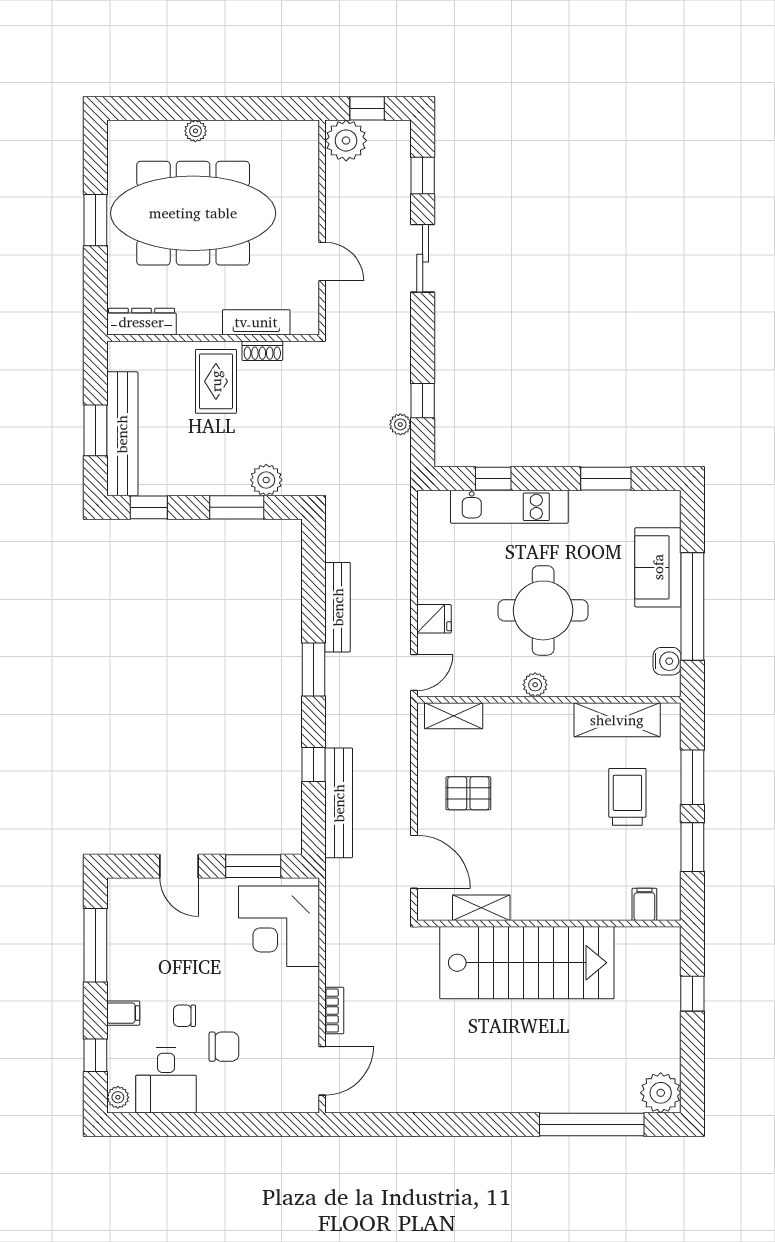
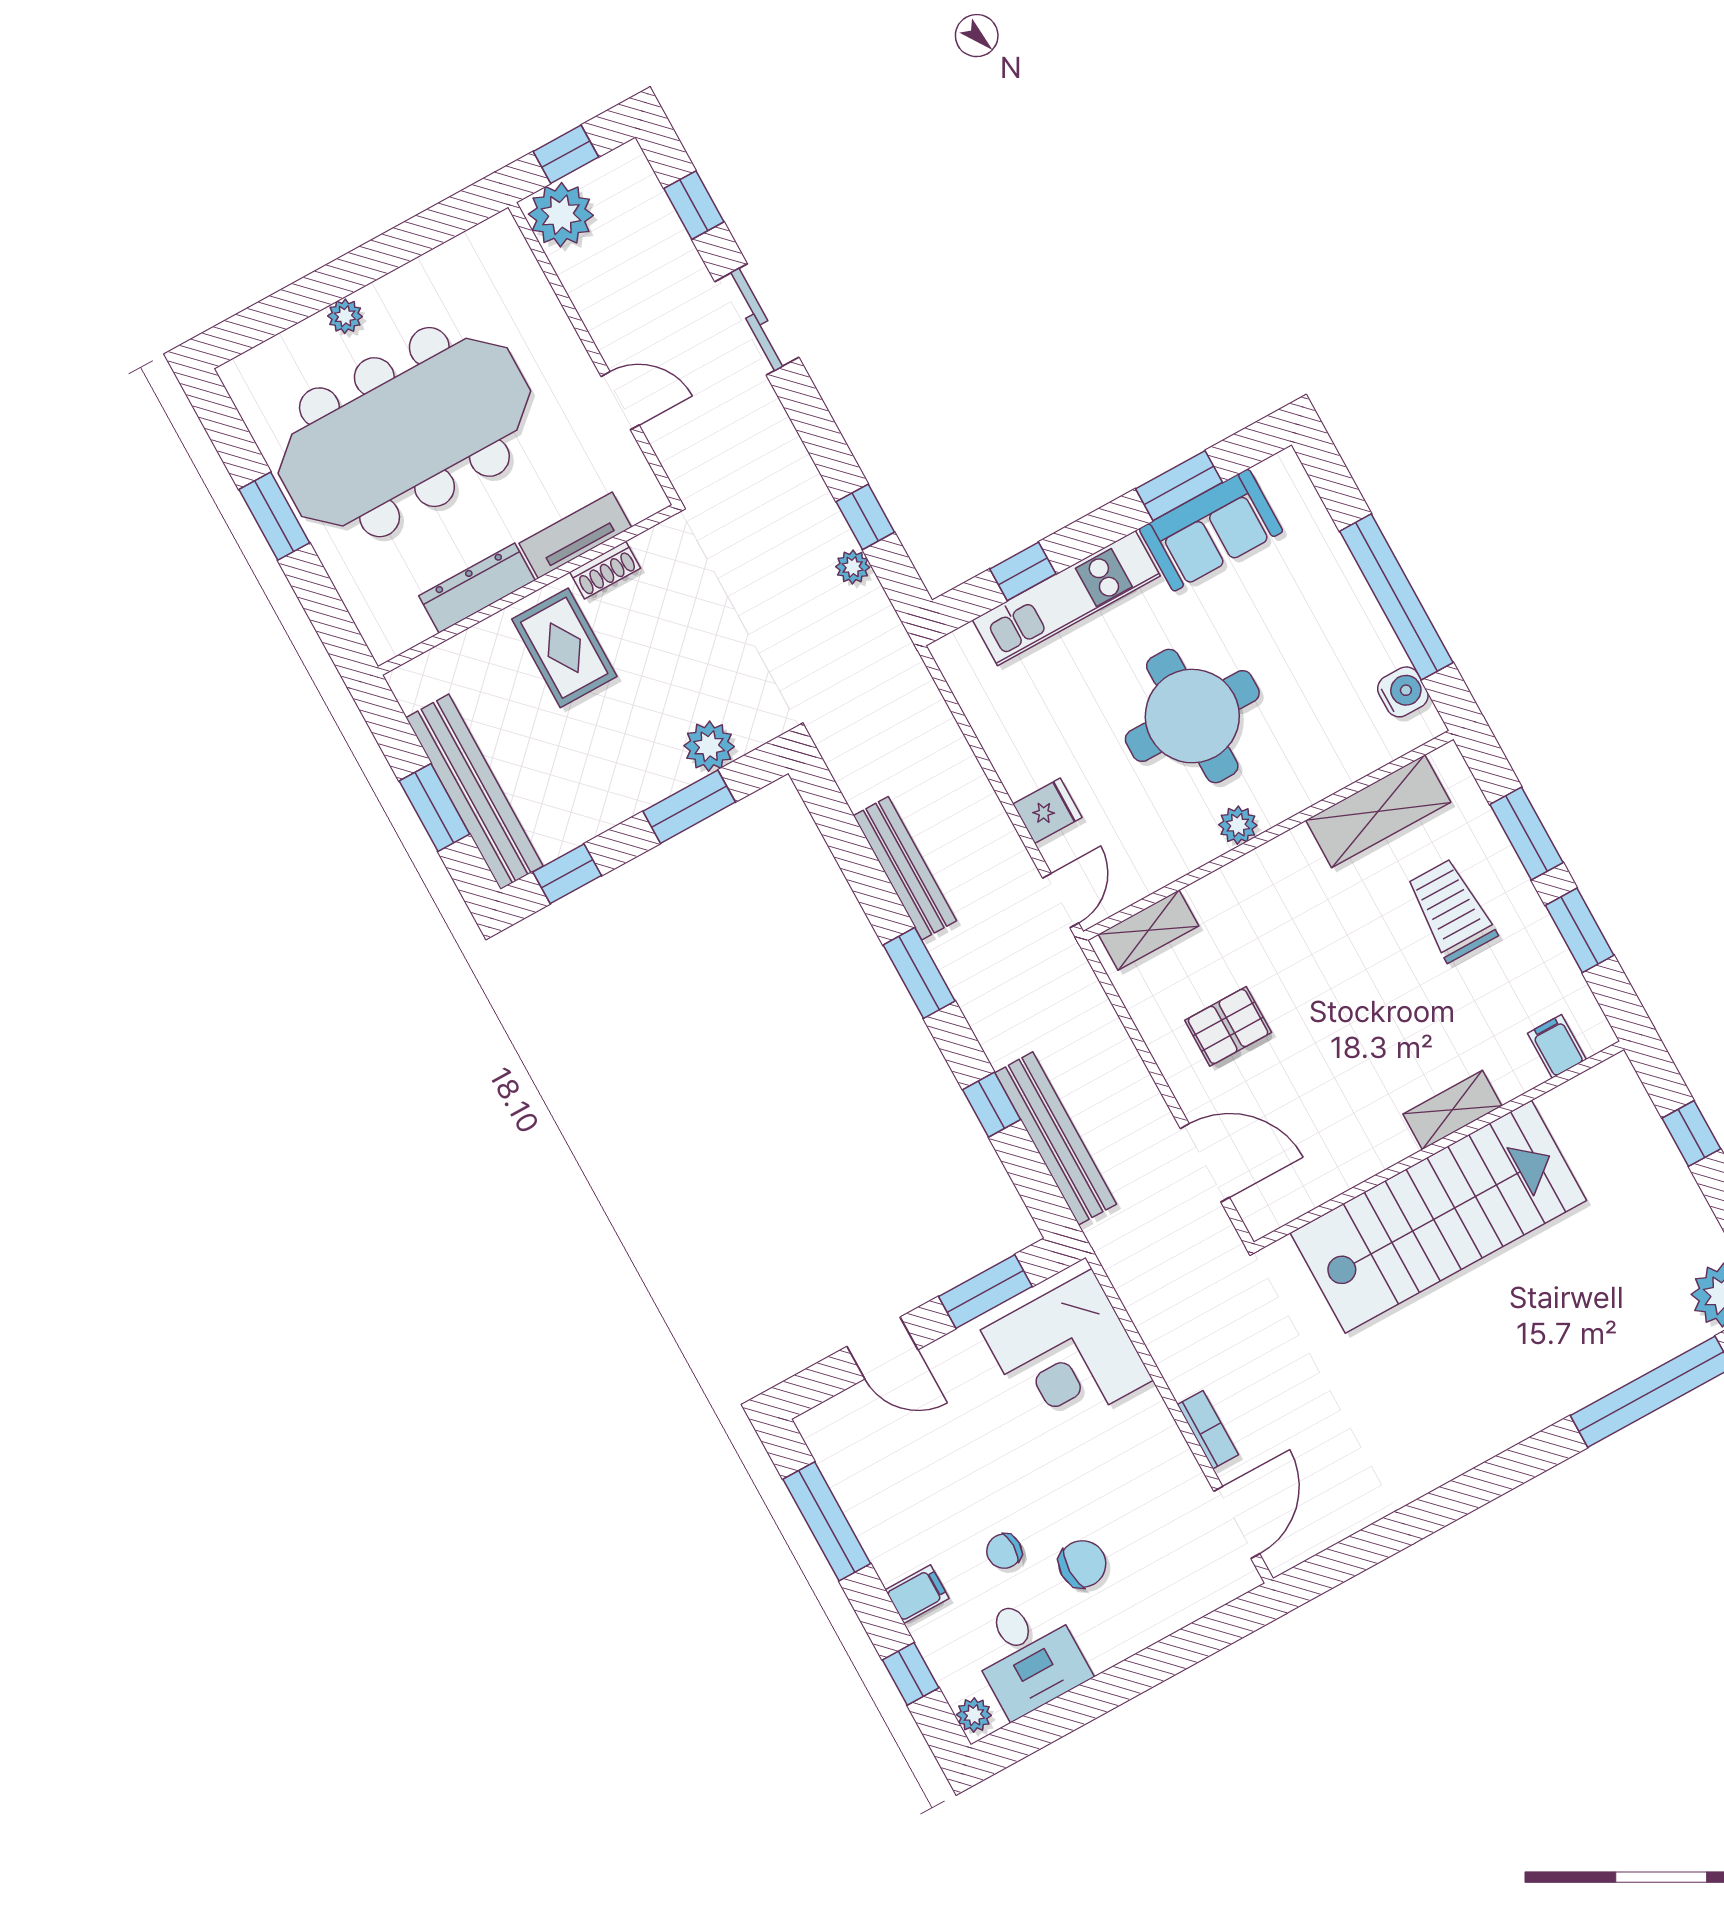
dresser: (141, 322) -> (477, 588), moved
sofa: (658, 567) -> (1211, 530), moved, turned -90
shelving: (481, 908) -> (1452, 1110), moved

